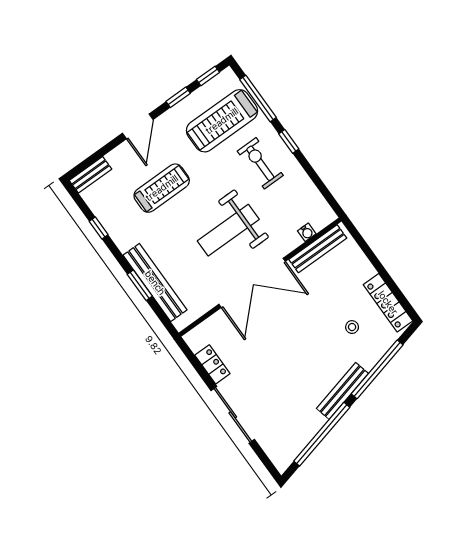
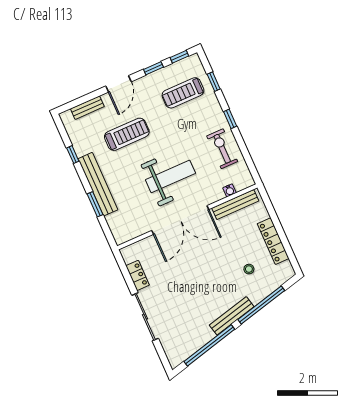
window: (258, 99) -> (214, 82), width x0.46
treadmill: (222, 121) -> (183, 93), width x0.73, depth x0.73
exercise bike: (260, 163) -> (222, 149), moved
bench: (91, 175) -> (87, 108), moved
weight bench: (228, 230) -> (170, 176), turned 180
bench: (155, 283) -> (98, 184), moved
locker: (388, 303) -> (273, 241), moved

